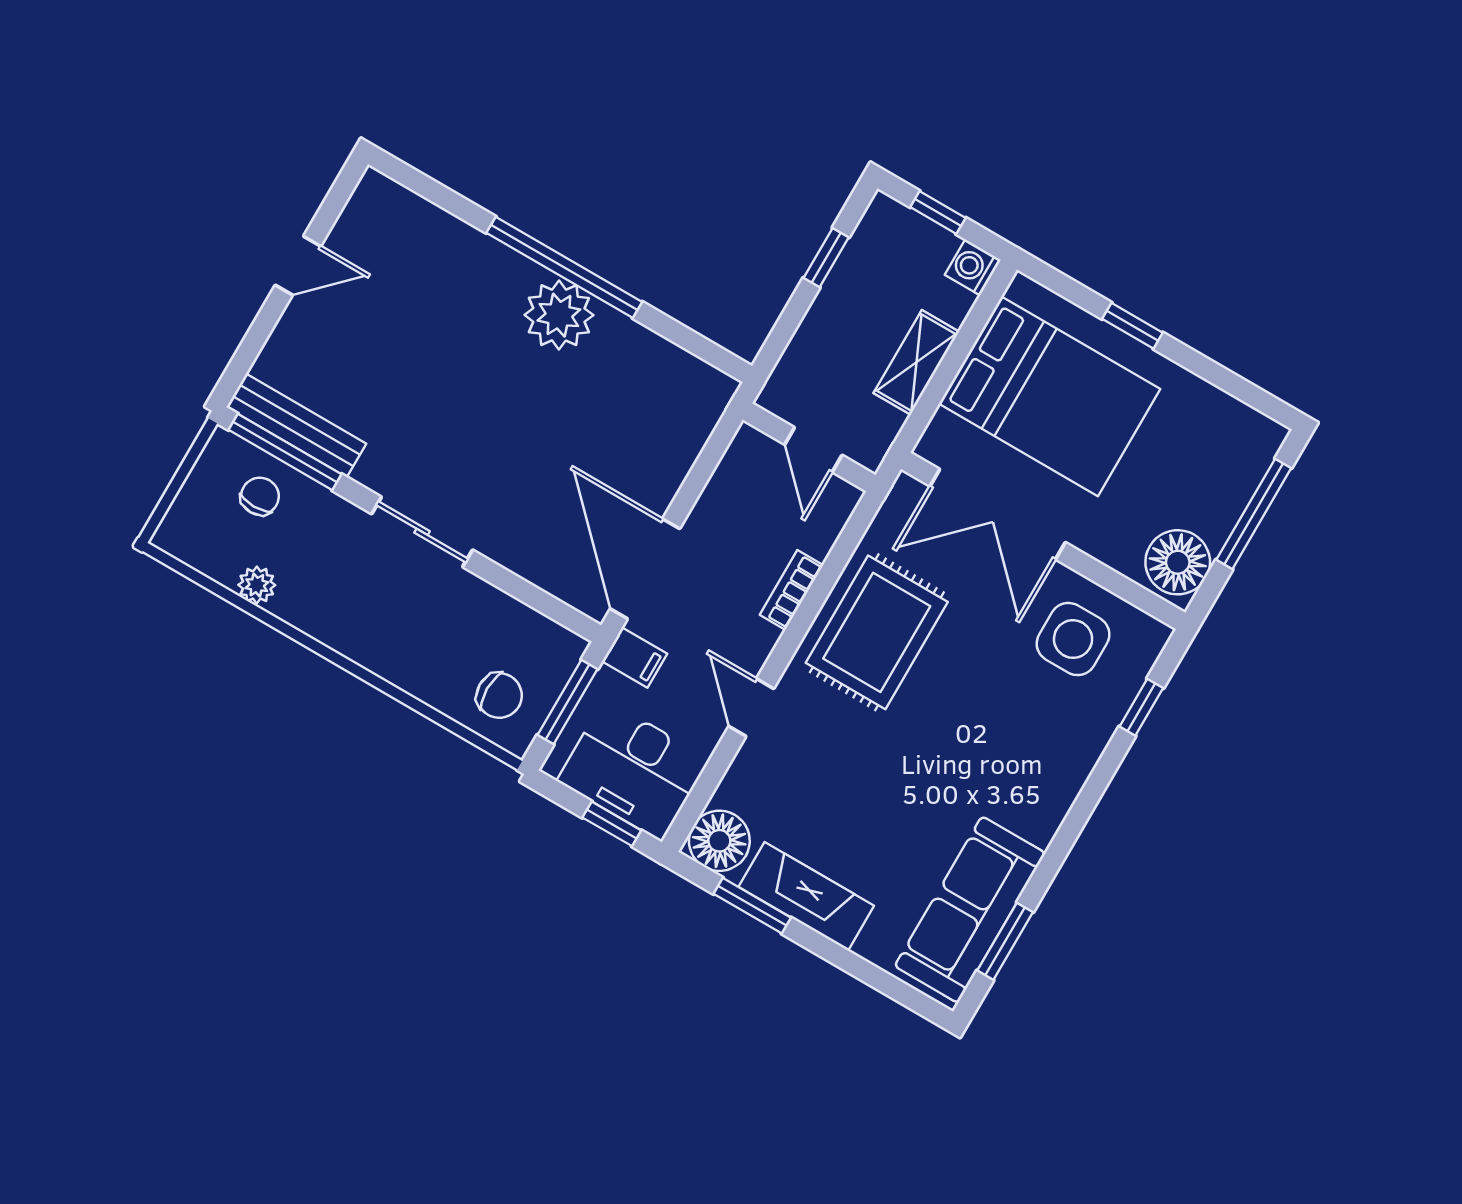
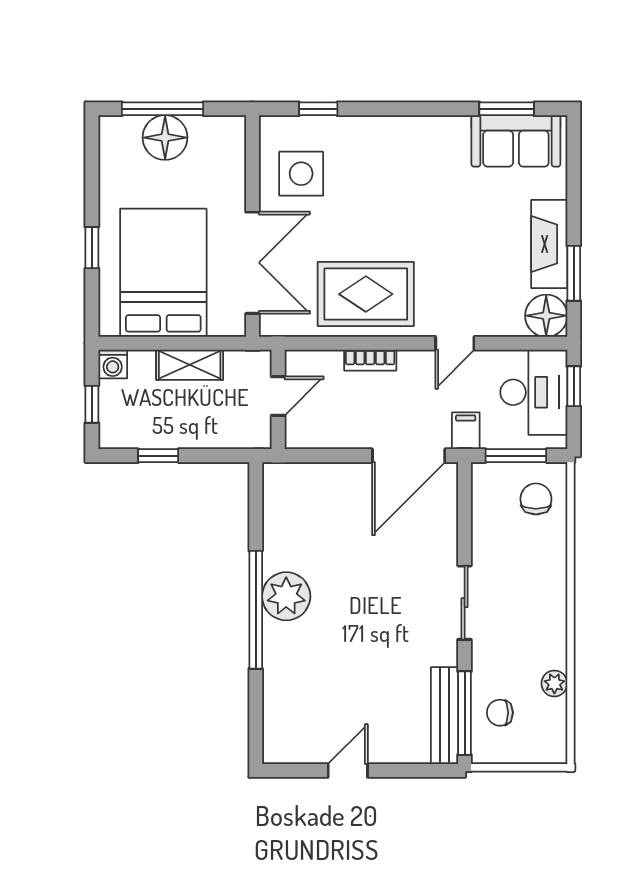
door: (298, 266) -> (348, 771), hinge flipped
floor lamp: (1178, 562) -> (165, 138), moved
sofa: (970, 910) -> (516, 141), width x0.73

